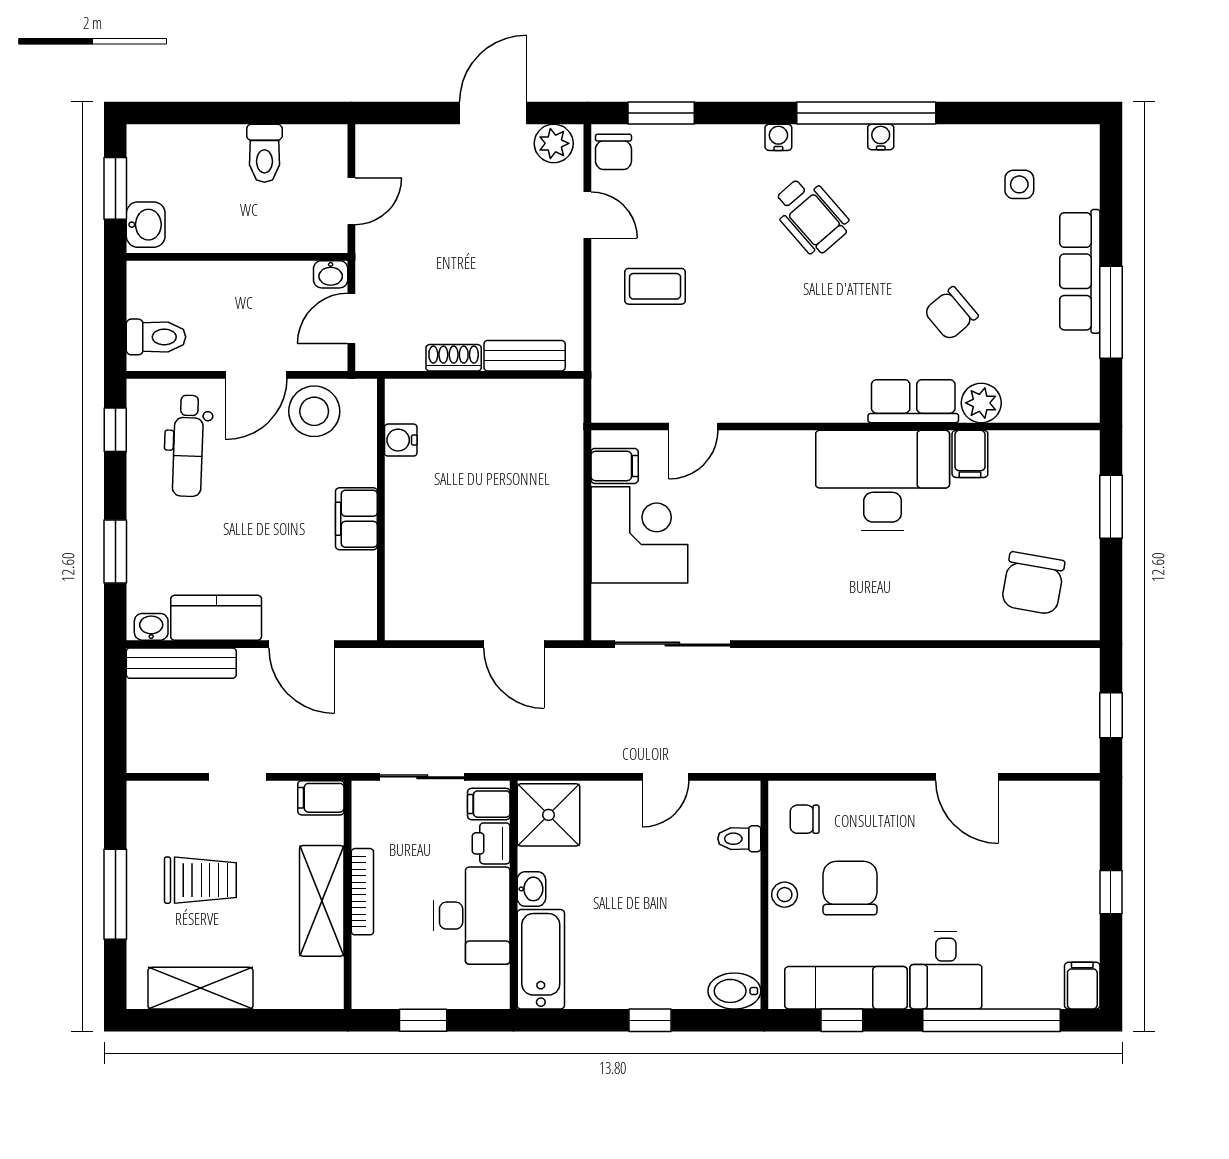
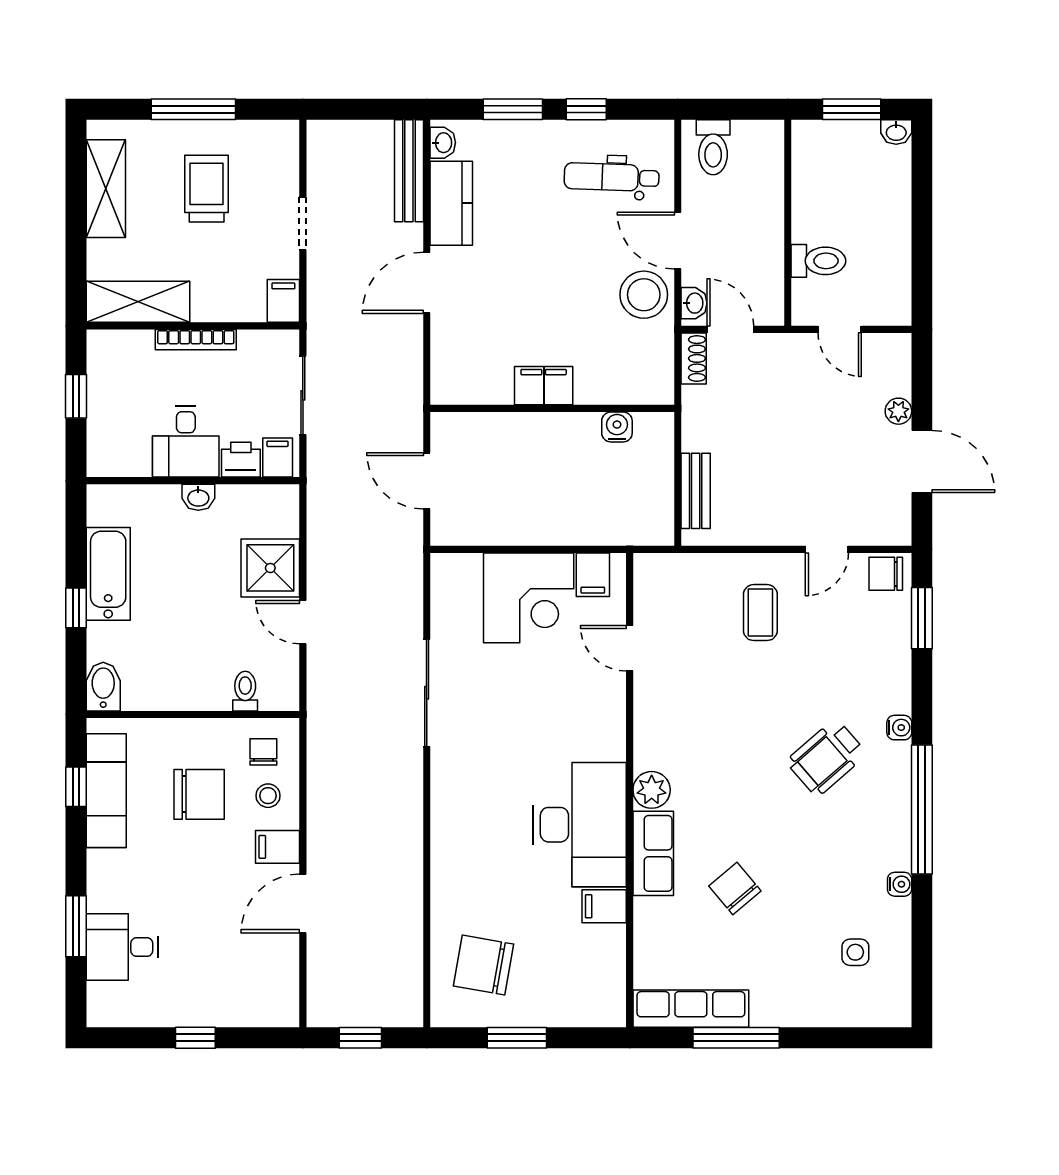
water cooler: (881, 137) -> (900, 884), moved
plant: (554, 143) -> (898, 411), moved, width x0.73, depth x0.73
toilet: (264, 153) -> (818, 261), moved, turned 180
washbasin: (146, 225) -> (896, 132), moved, width x0.72, depth x0.69
row of seats: (1080, 271) -> (691, 1009), moved
washbasin: (331, 274) -> (694, 303), moved, turned 180
shoe rack: (454, 358) -> (694, 358), moved
plant: (981, 403) -> (652, 790), moved
window: (115, 430) -> (586, 109), moved
water cooler: (401, 440) -> (617, 427), moved
window: (1111, 507) -> (517, 1038), moved
wall: (381, 509) -> (552, 408), moved
filing cabinet: (356, 519) -> (544, 386), moved
door: (514, 644) -> (427, 481), hinge flipped
sliding door: (672, 644) -> (427, 693), moved
shower: (548, 815) -> (270, 568), moved
trolley: (200, 880) -> (207, 189), turned 180
stool: (785, 895) -> (268, 796), moved
shelving: (322, 901) -> (138, 302), moved
desk: (472, 916) -> (186, 442), width x0.73
bathtub: (541, 959) -> (108, 574), moved, turned -90
desk: (946, 970) -> (122, 947), moved
filing cabinet: (1082, 986) -> (278, 847), moved, turned 180
window: (991, 1020) -> (76, 926), width x0.47

